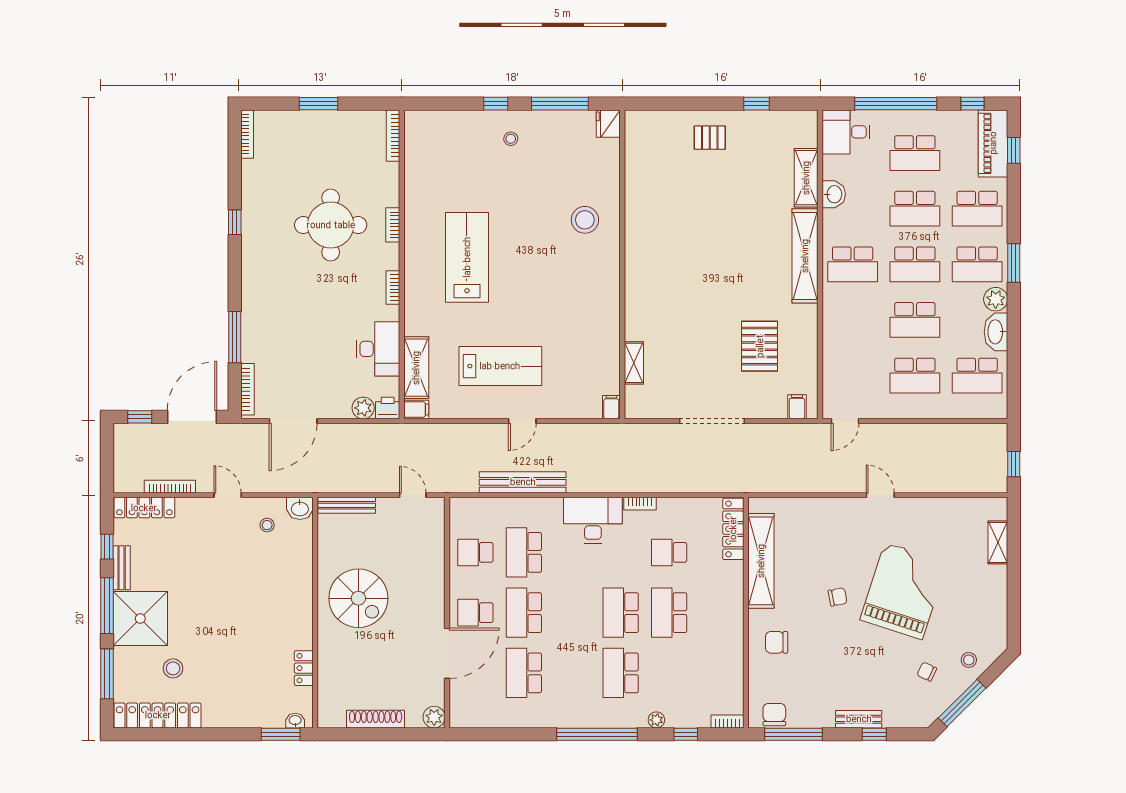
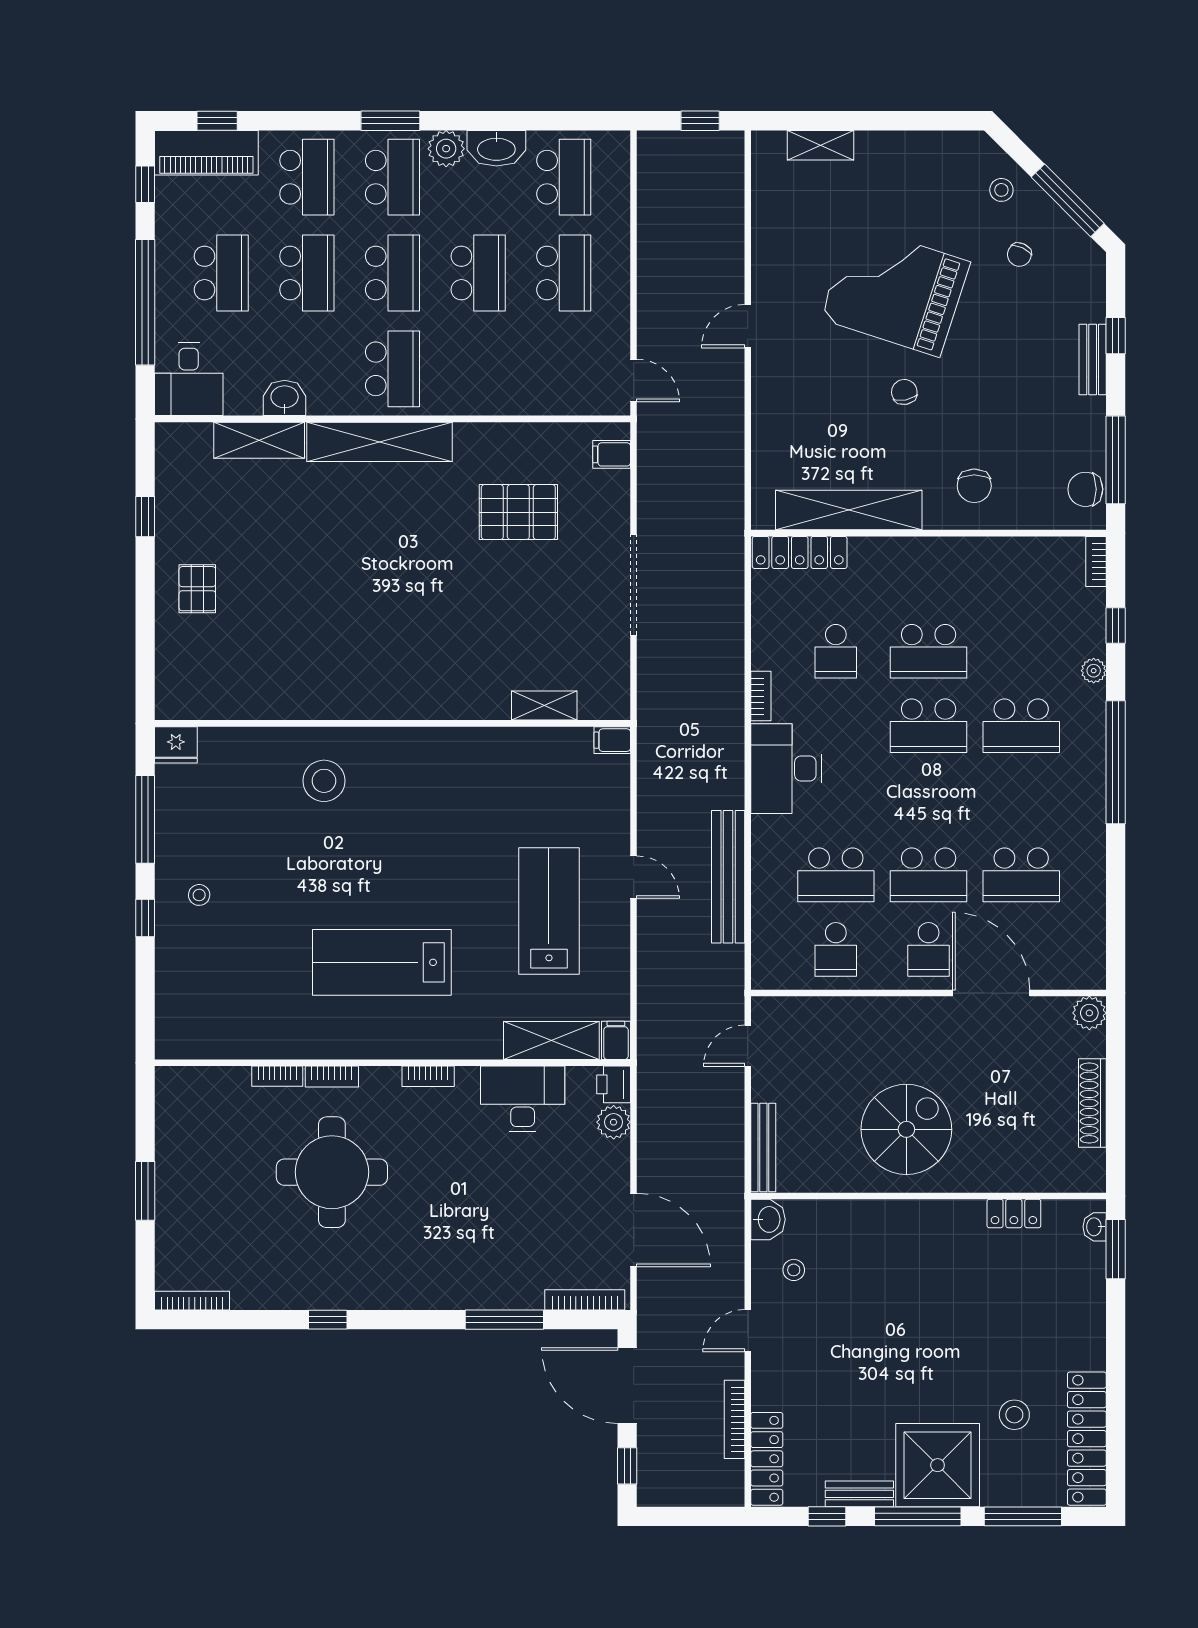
bookcase: (393, 136) -> (277, 1076), moved, width x0.64

